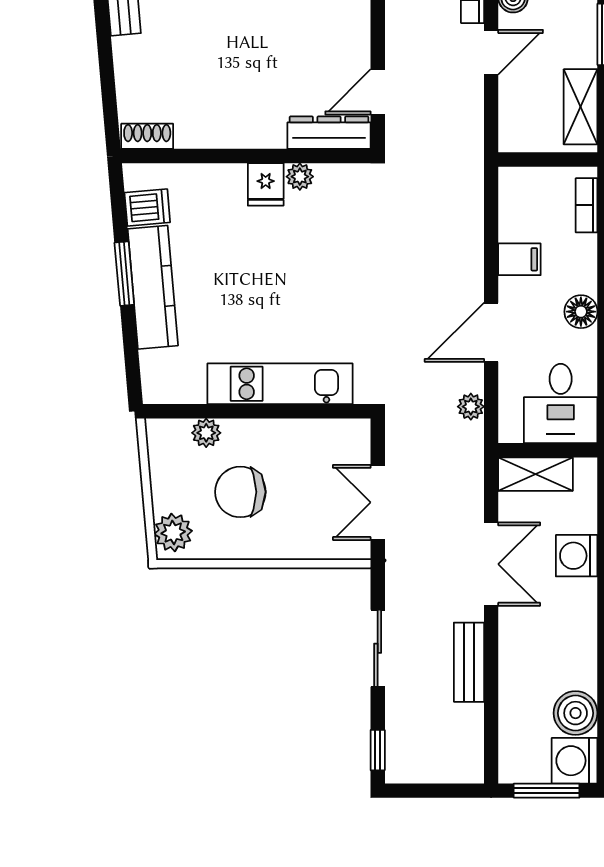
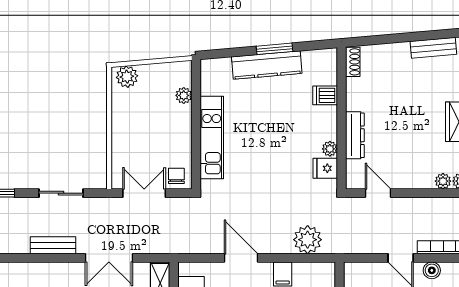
dresser: (329, 133) -> (355, 135), moved
fridge: (266, 184) -> (325, 168), moved
dishwasher: (147, 208) -> (325, 95), moved, turned 95
plant: (471, 407) -> (308, 240), moved, width x1.88, depth x1.88
chair: (240, 492) -> (176, 176), moved, width x0.54, depth x0.54

